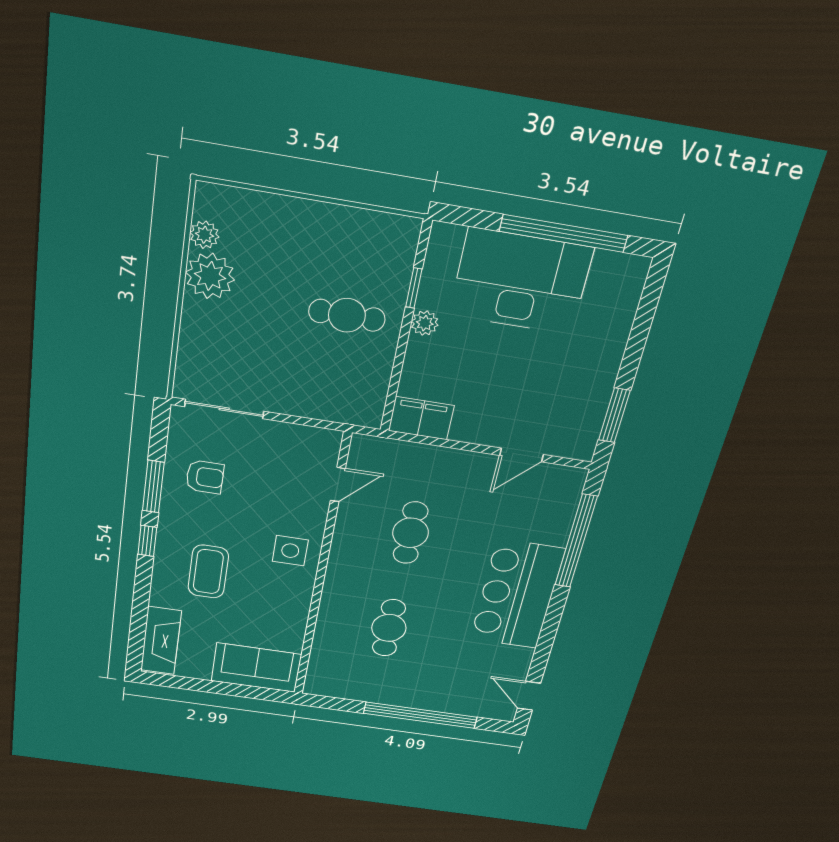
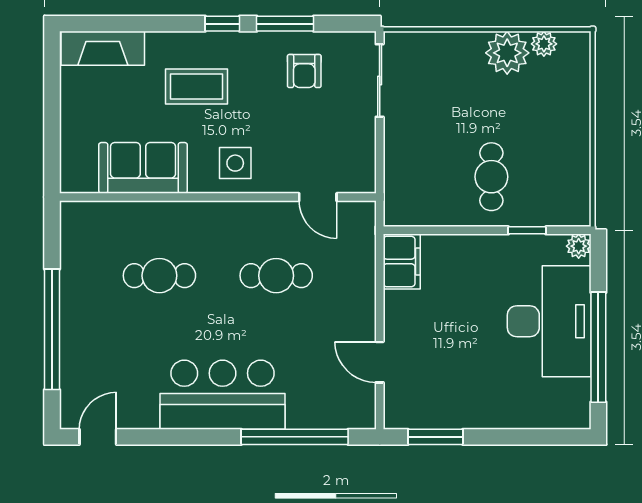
plant: (425, 323) -> (579, 246), moved
sofa: (256, 668) -> (143, 168), moved, turned -90

